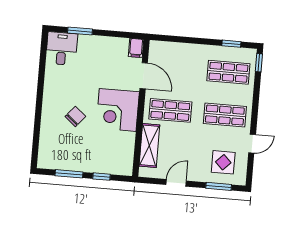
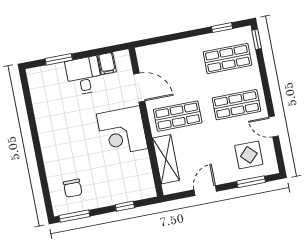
filing cabinet: (136, 48) -> (107, 63), moved
desk: (62, 49) -> (84, 76), moved
chair: (75, 116) -> (73, 188), moved, turned 140
door: (252, 144) -> (274, 127), swing flipped
window: (69, 174) -> (74, 216), moved

